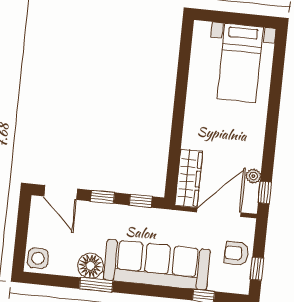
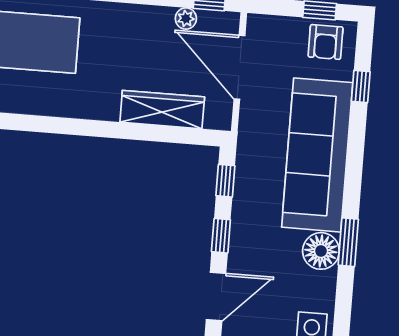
wardrobe: (189, 178) -> (162, 110), moved
armchair: (237, 253) -> (326, 42), moved

